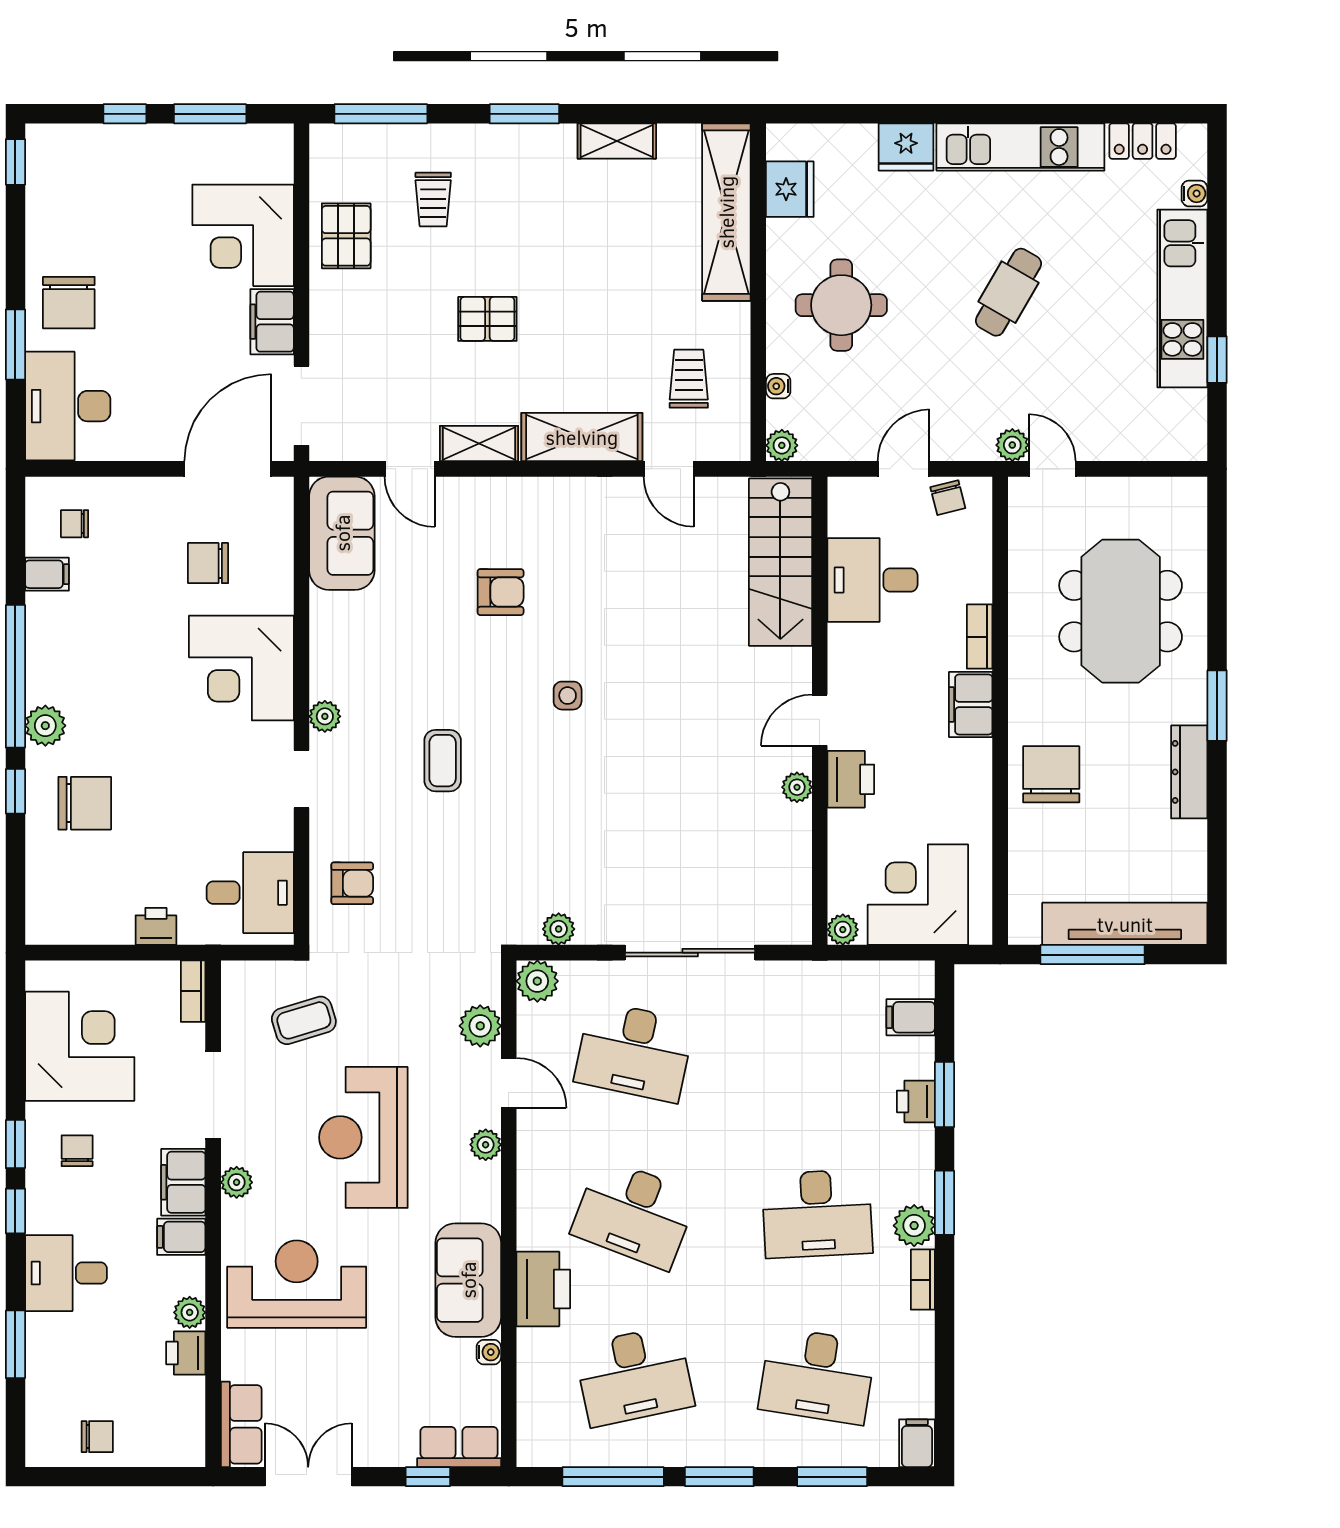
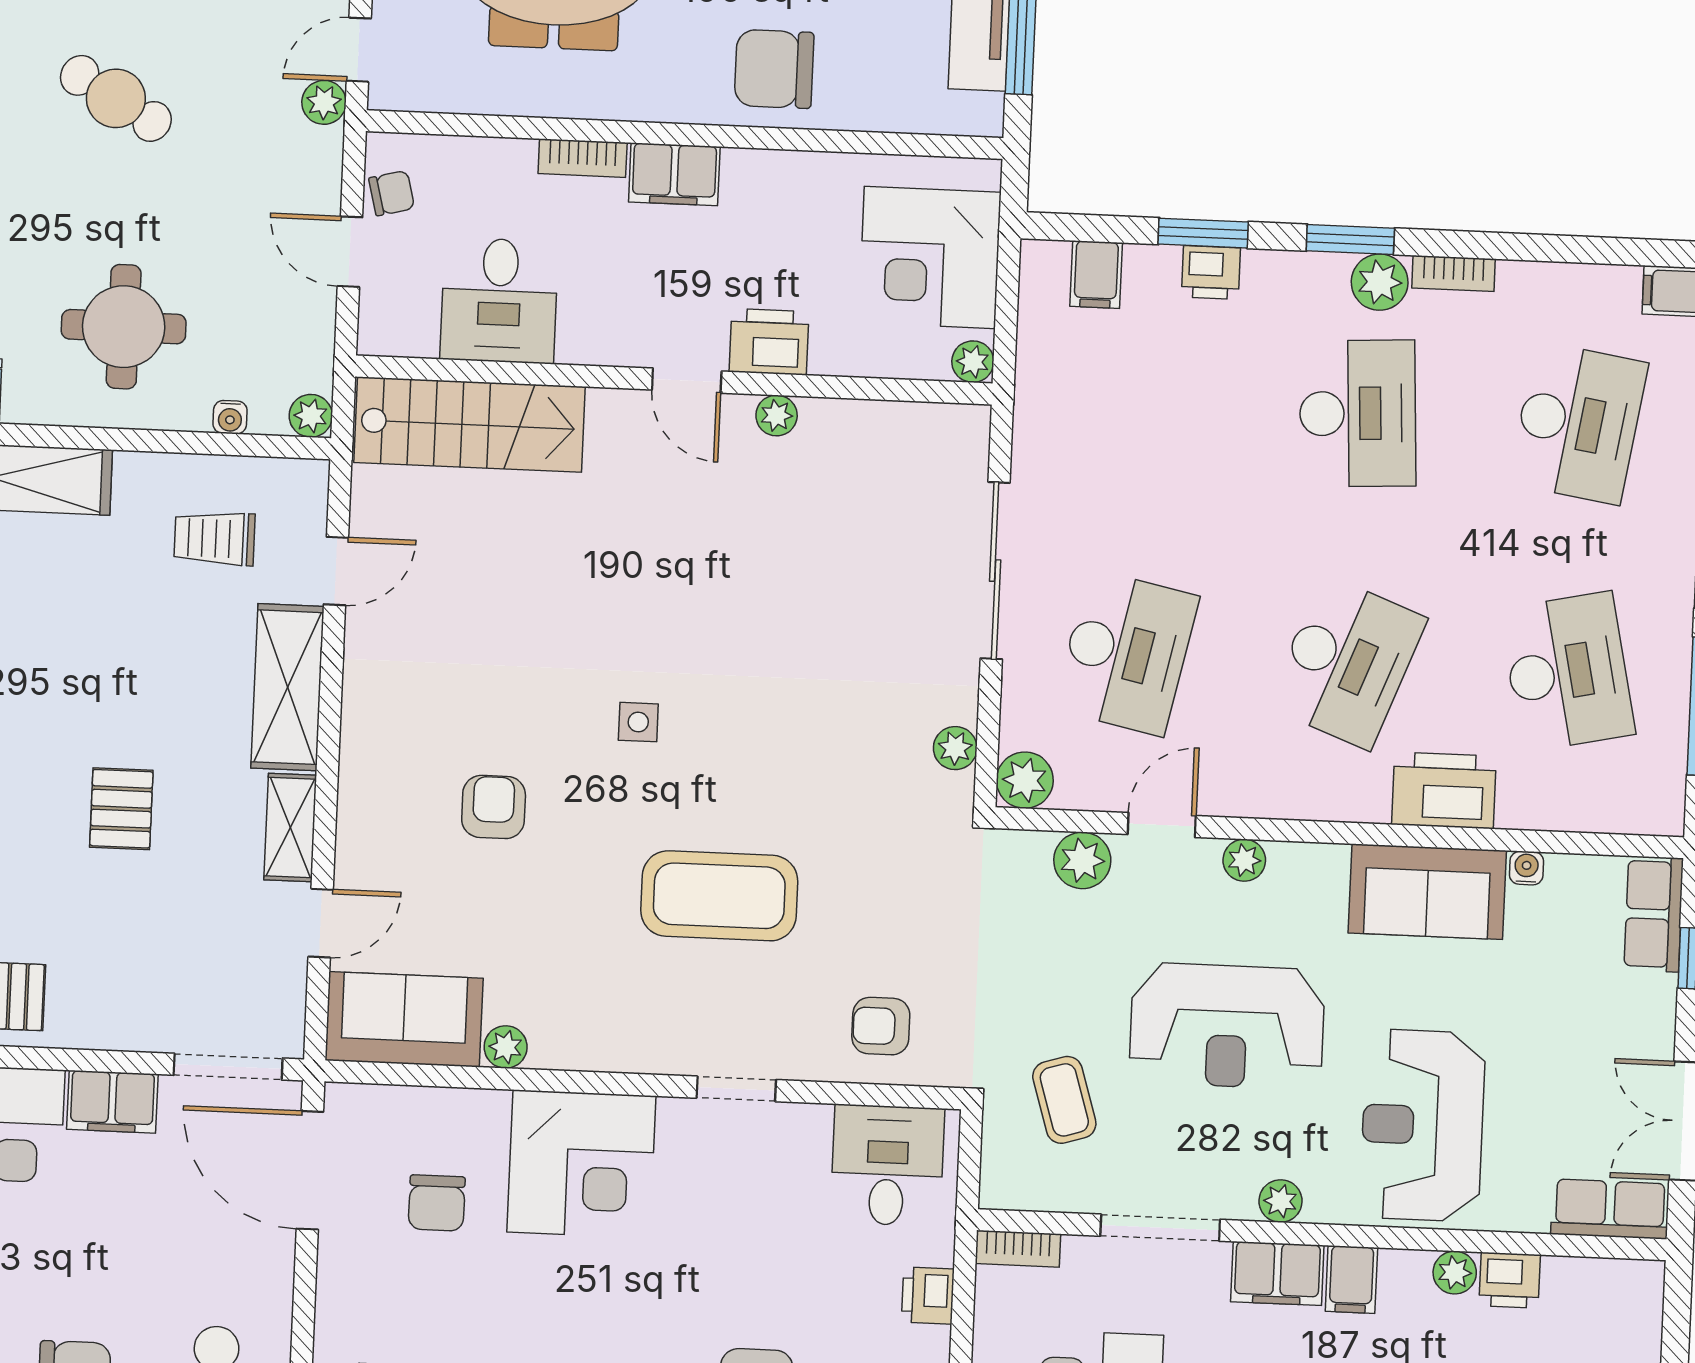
plant: (325, 716) -> (506, 1047), moved
coffee table: (443, 761) -> (719, 896), width x1.86, depth x1.72
armchair: (352, 883) -> (881, 1026), turned -90

